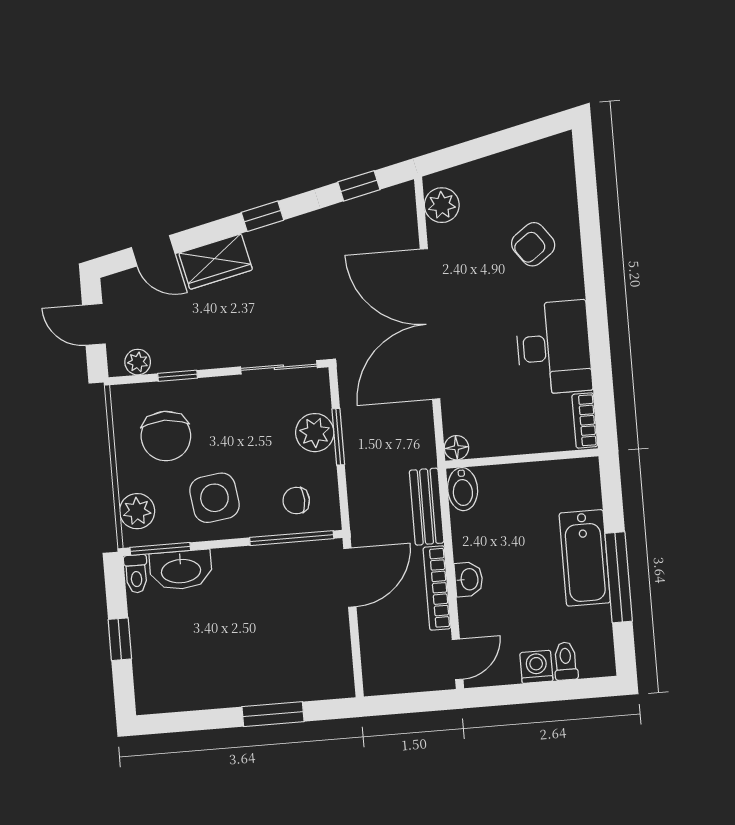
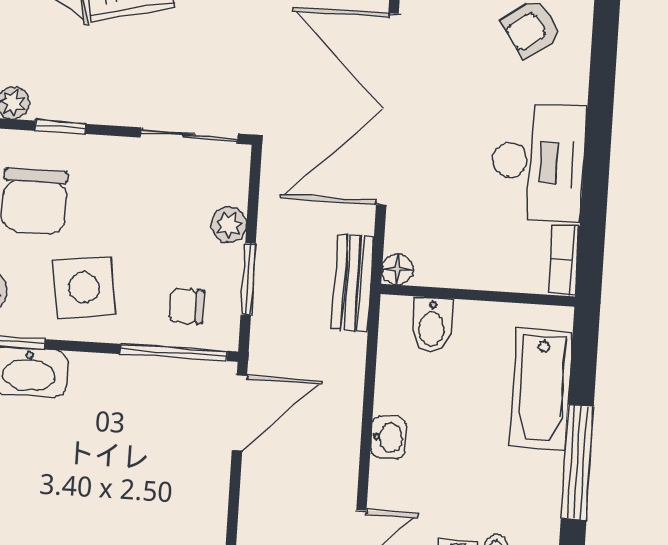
plant: (315, 433) -> (229, 225), width x0.73, depth x0.73
window: (338, 437) -> (248, 279), moved
bidet: (463, 489) -> (432, 325), moved
bench: (427, 507) -> (353, 283), moved
bathtub: (585, 558) -> (541, 389), moved
bookcase: (437, 588) -> (347, 442), removed

